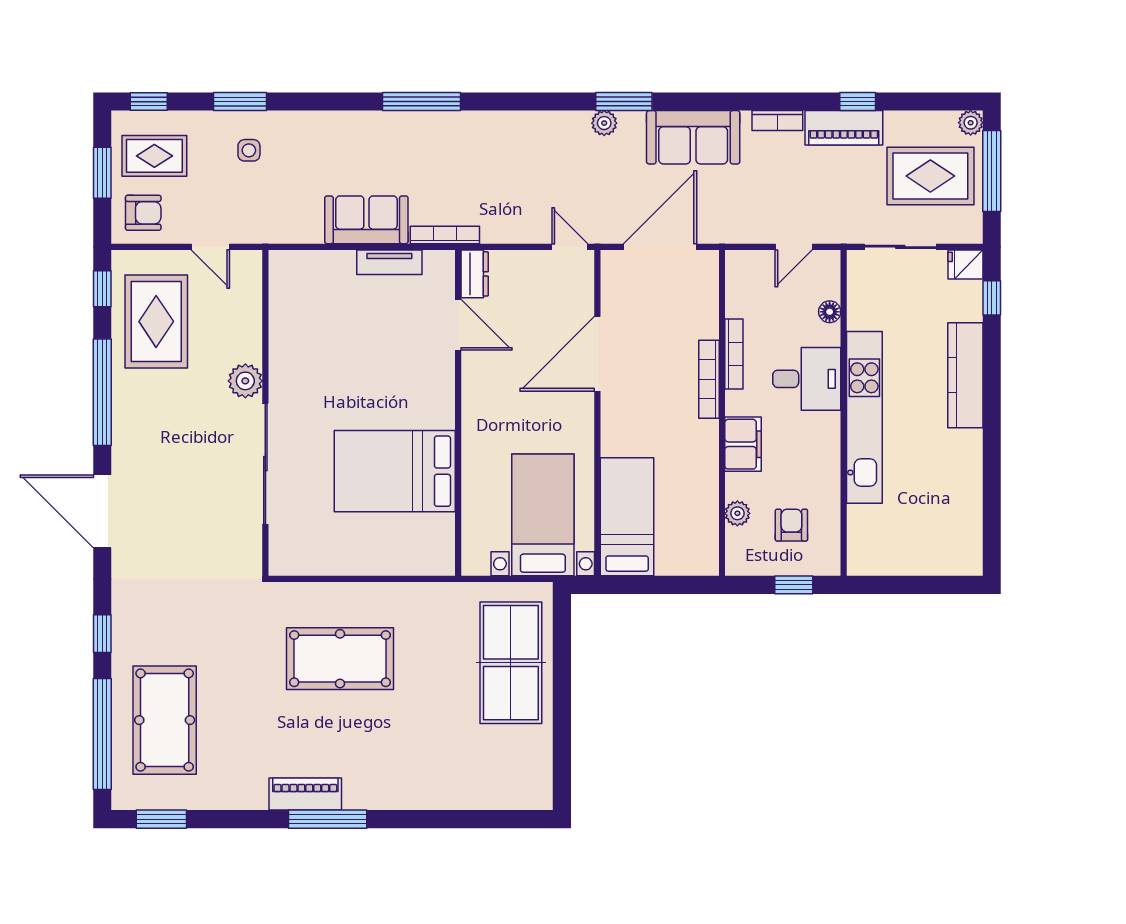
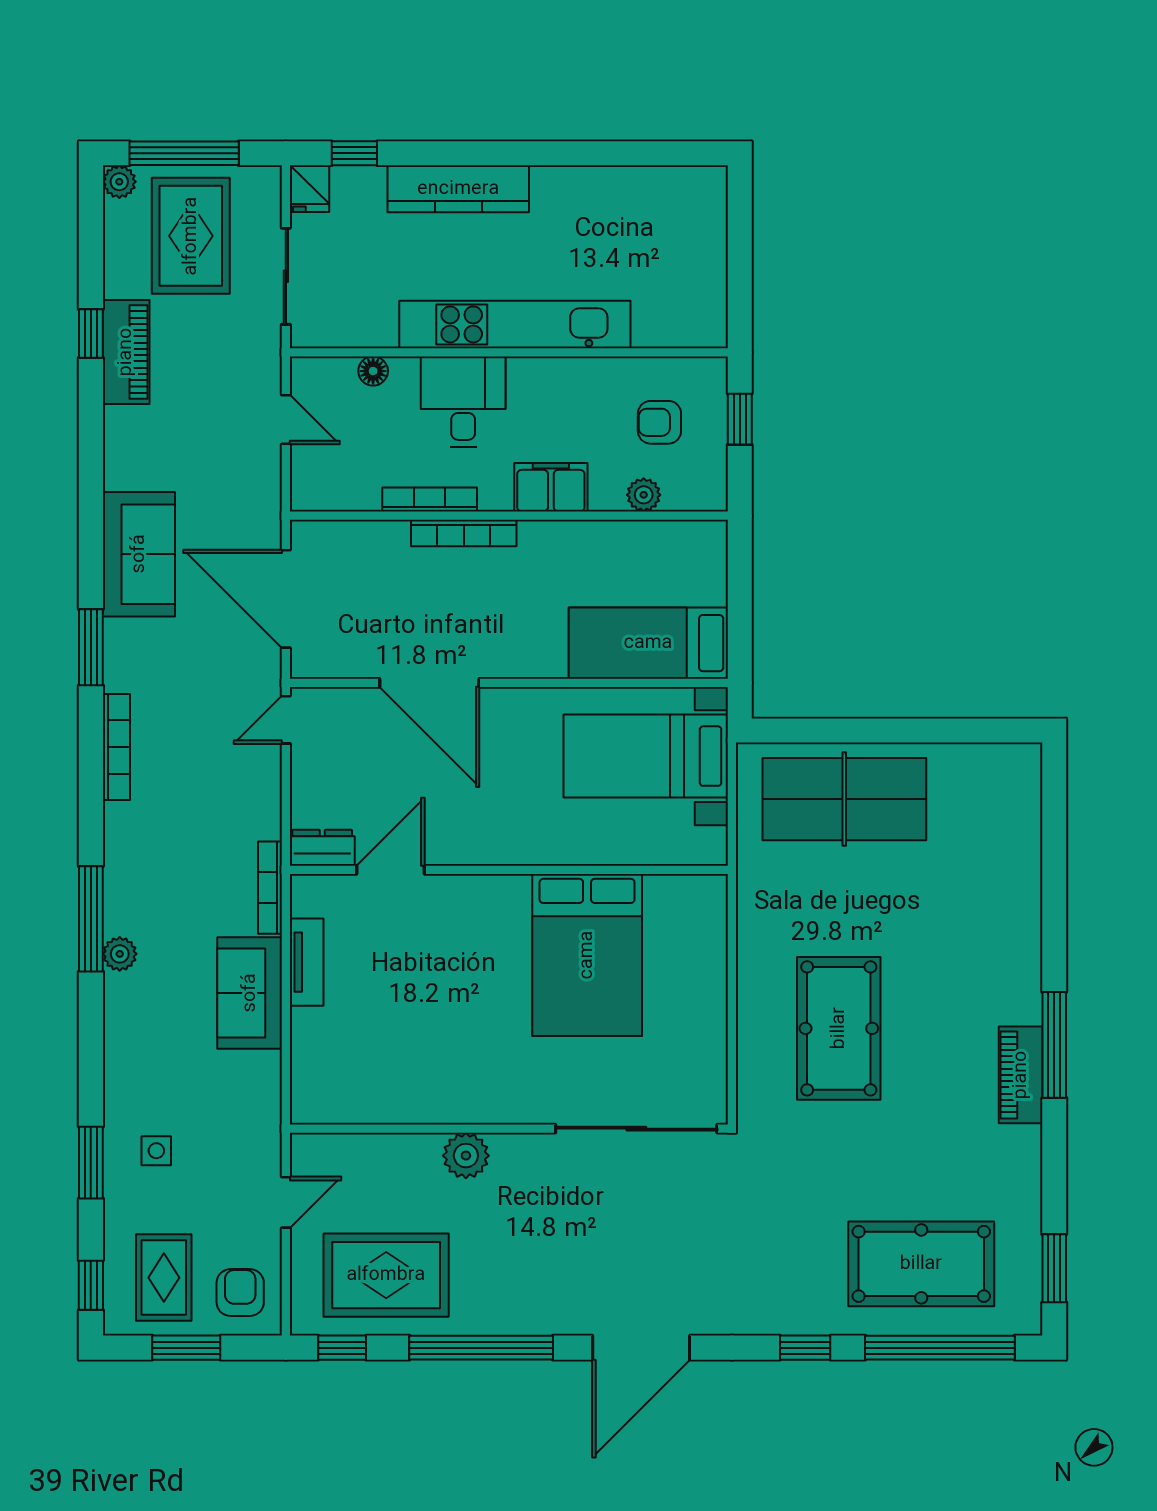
bookcase: (777, 121) -> (116, 747), moved, width x1.56
plant: (604, 123) -> (120, 954), moved
sliding door: (265, 464) -> (636, 1129), moved

